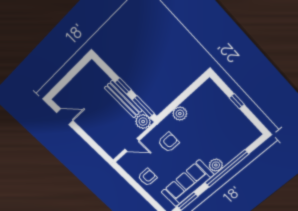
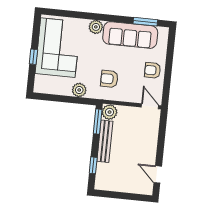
window: (123, 86) -> (93, 165), moved
corner sofa: (226, 125) -> (58, 48), added
door: (132, 145) -> (150, 106), moved
window: (227, 169) -> (91, 16), removed

